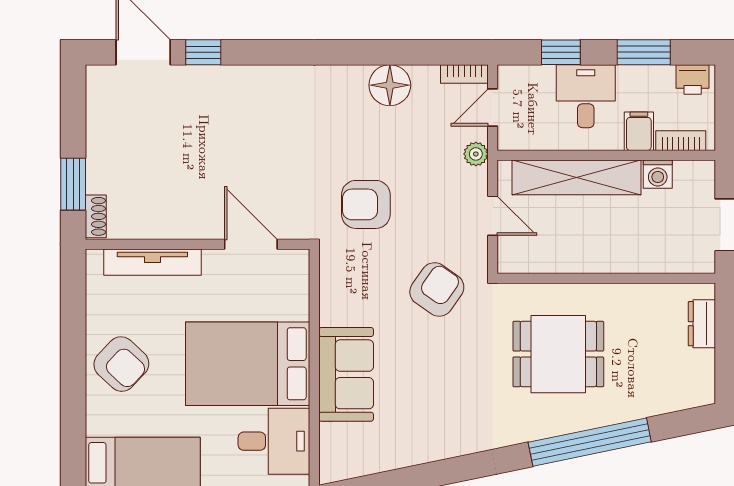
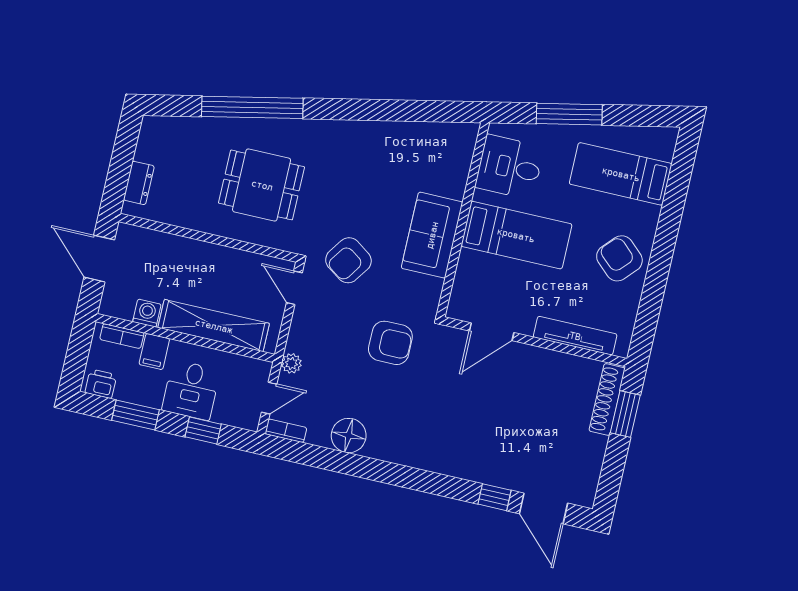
shoe rack: (96, 216) -> (607, 399), width x1.94, depth x1.24
door: (493, 216) -> (294, 288), moved
door: (251, 244) -> (492, 332), hinge flipped
bed: (248, 364) -> (516, 235), width x0.67
sofa: (346, 374) -> (432, 235), moved

